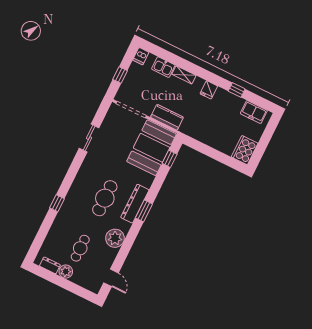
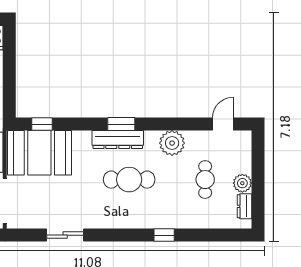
cafe table: (80, 248) -> (205, 180), turned 90

